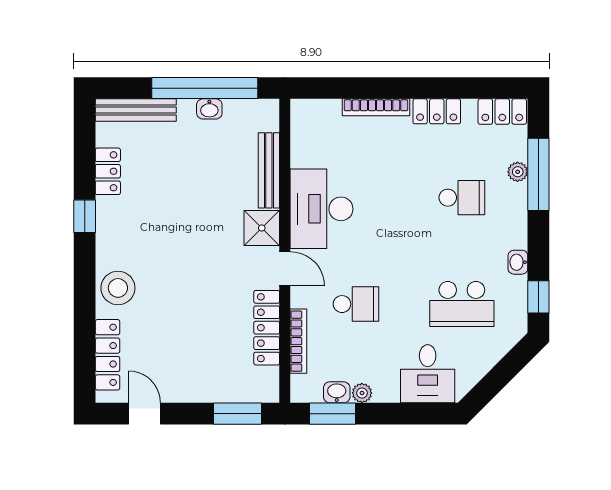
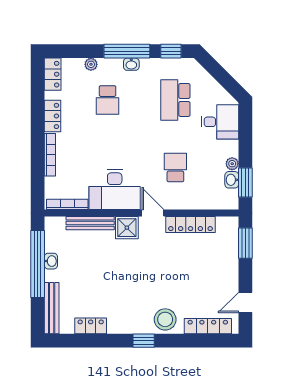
window: (538, 174) -> (127, 51), moved
school desk: (462, 198) -> (108, 100), turned 180
window: (85, 216) -> (144, 341), moved
washbasin: (518, 262) -> (131, 64), moved
door: (285, 269) -> (153, 213), hinge flipped
school desk: (462, 304) -> (175, 100), turned 180
bookcase: (298, 341) -> (67, 204), moved

